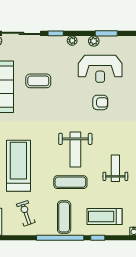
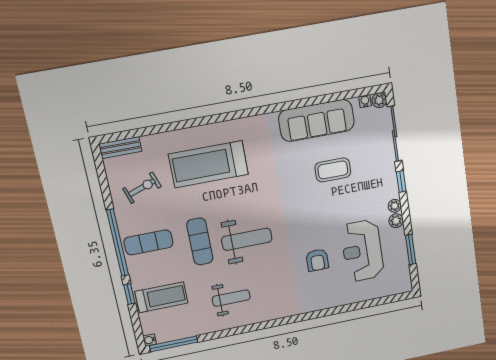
plant: (94, 41) -> (396, 221), moved
coffee table: (38, 81) -> (333, 170), turned 90
weight bench: (75, 149) -> (247, 239), turned 180
treadmill: (18, 166) -> (208, 164), turned 180
treadmill: (105, 217) -> (161, 297), turned 90

